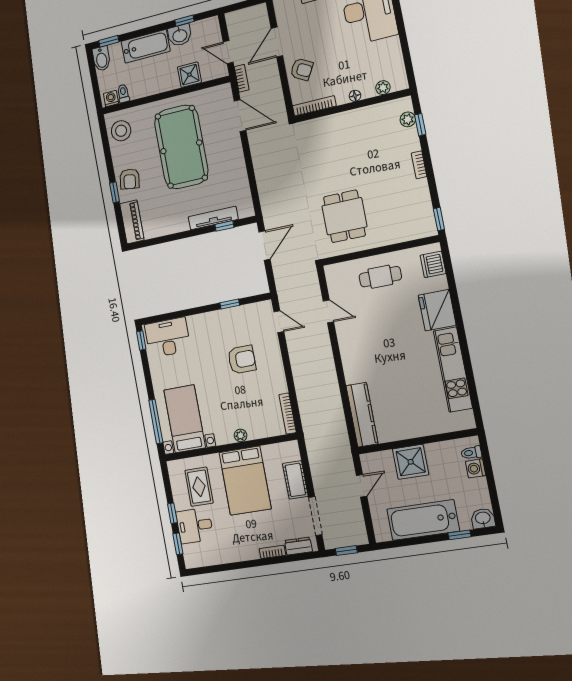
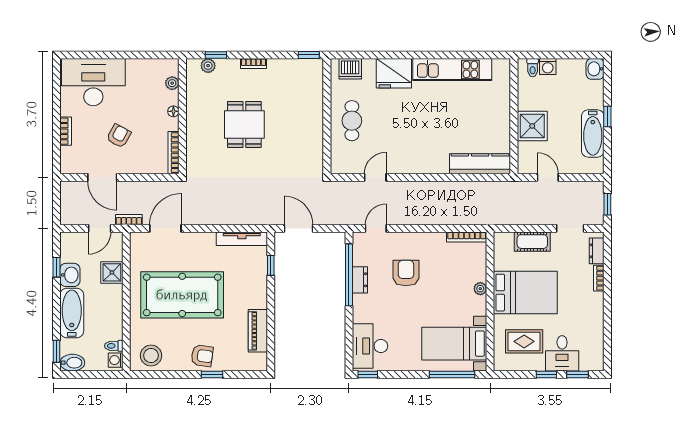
armchair: (302, 69) -> (119, 136), moved
dining table: (344, 216) -> (244, 124), moved, turned 90
tv unit: (213, 218) -> (242, 239), moved, turned -90
piano: (132, 222) -> (258, 331), moved, turned -90
window: (230, 304) -> (349, 275), width x3.17
dresser: (227, 316) -> (360, 280), added
doorway: (315, 516) -> (570, 228), width x0.73
bathtub: (423, 520) -> (593, 133), width x0.73, depth x0.73
window: (459, 535) -> (607, 117), moved

